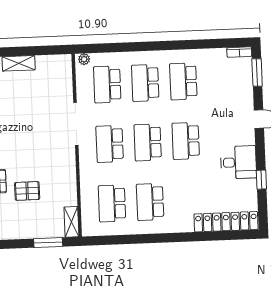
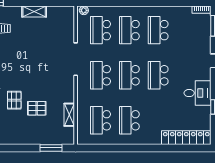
shelving: (71, 222) -> (69, 115), moved

